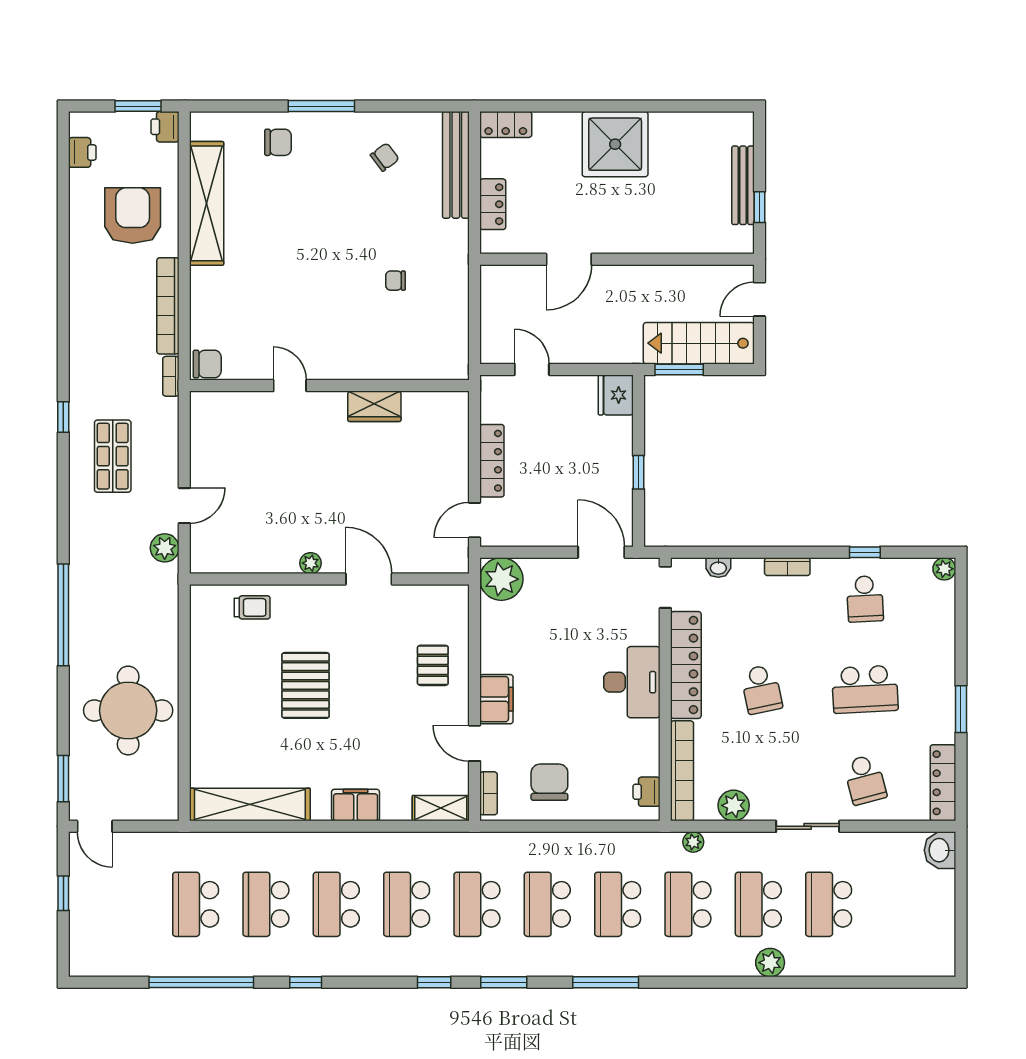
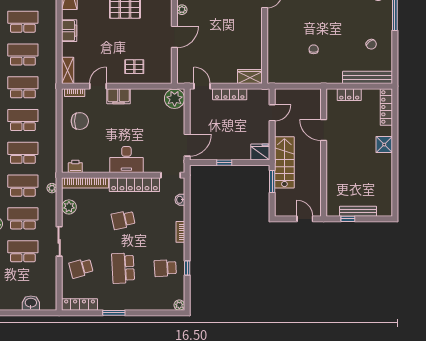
locker: (506, 125) -> (386, 107), width x1.53
shower: (615, 144) -> (384, 145), width x0.54, depth x0.54
stairs: (699, 343) -> (284, 162), moved
wardrobe: (374, 406) -> (250, 76), moved, turned 90
washbasin: (940, 850) -> (31, 303), moved

